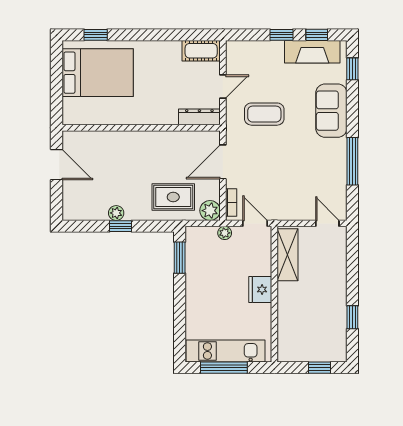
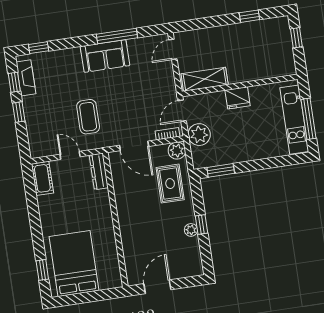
fireplace: (312, 52) -> (26, 78), width x0.73, depth x0.76
sofa: (331, 111) -> (105, 56), moved
plant: (225, 233) -> (199, 135), width x1.88, depth x1.88

